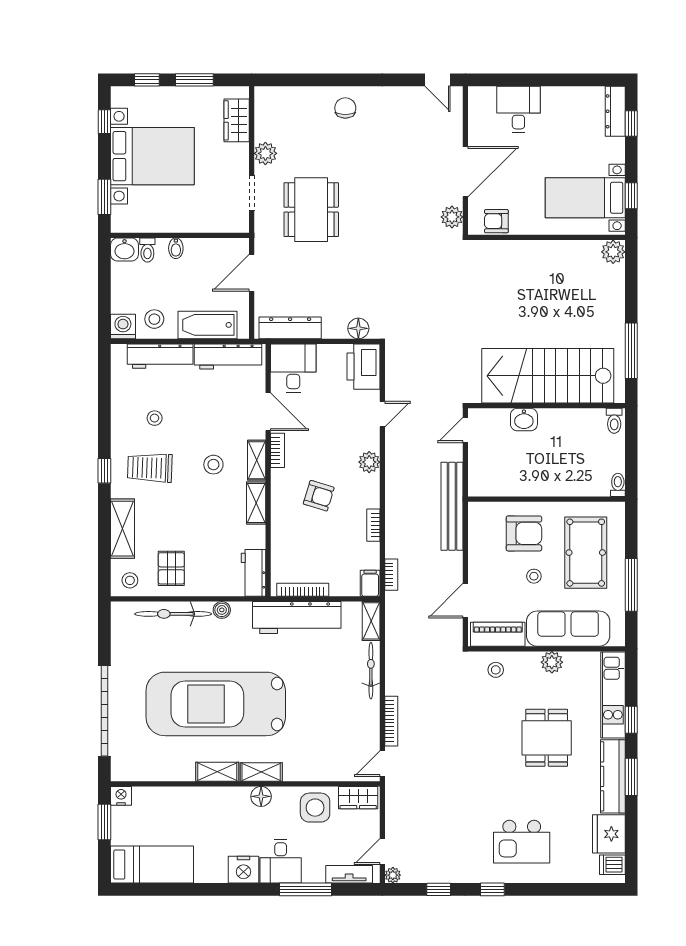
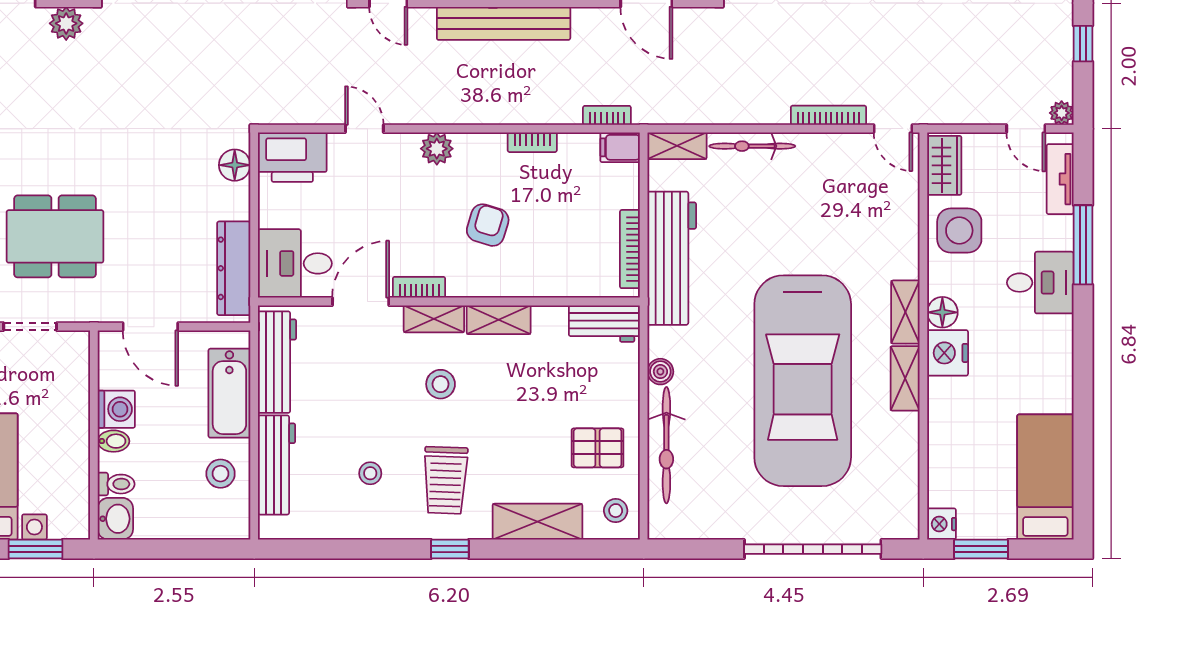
washing machine: (123, 327) -> (116, 409), moved, turned 180
nightstand: (244, 870) -> (948, 353), moved, turned 180

